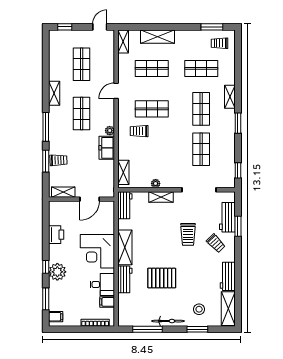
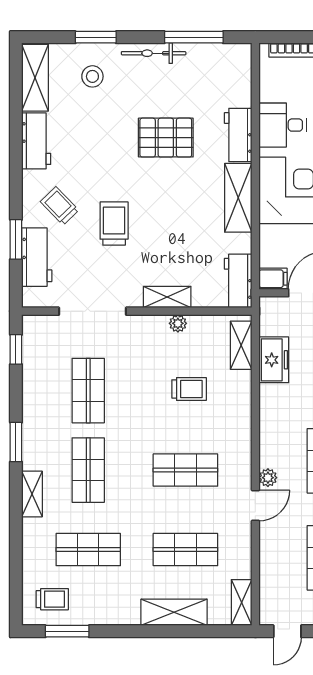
plant: (110, 131) -> (268, 478), moved
trolley: (139, 131) -> (189, 389), moved
freezer: (107, 148) -> (274, 360), moved
filing cabinet: (107, 302) -> (273, 279), moved

